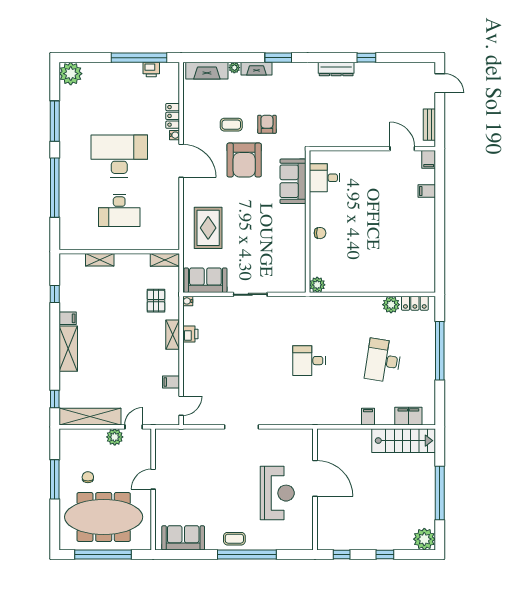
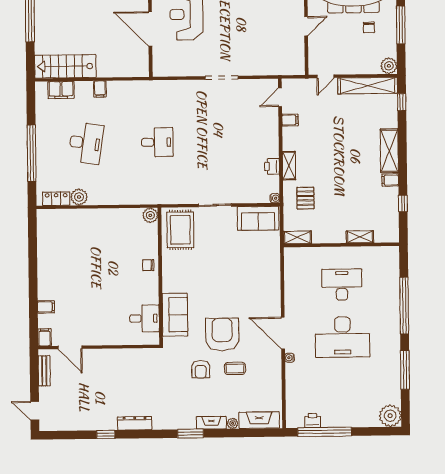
locker: (173, 116) -> (292, 376), removed
rug: (208, 228) -> (180, 230), moved
plant: (115, 437) -> (389, 66), moved

